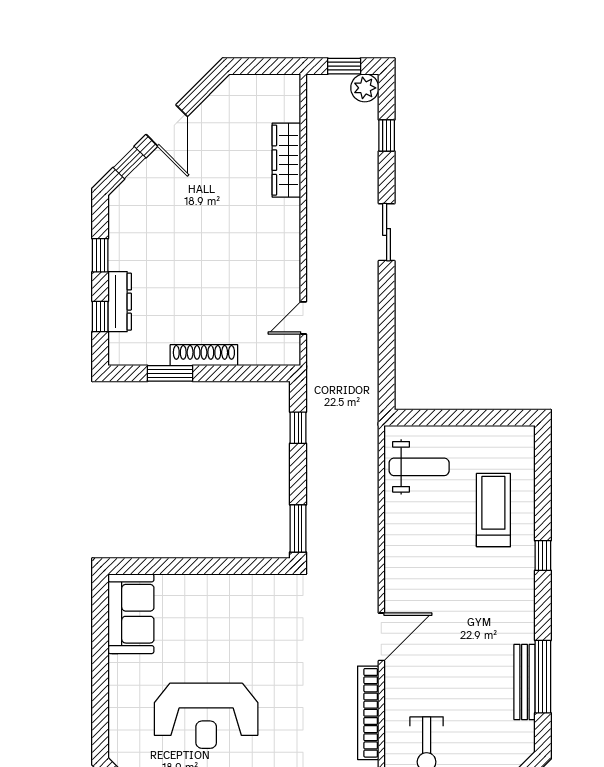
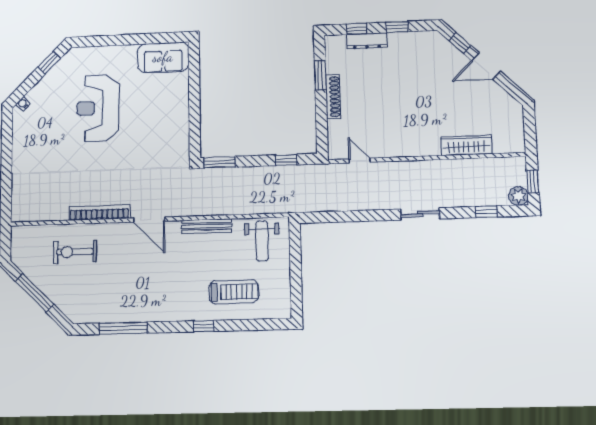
bench: (525, 682) -> (207, 226), moved

